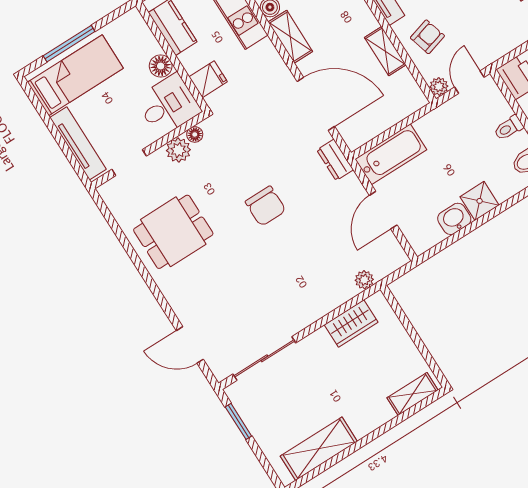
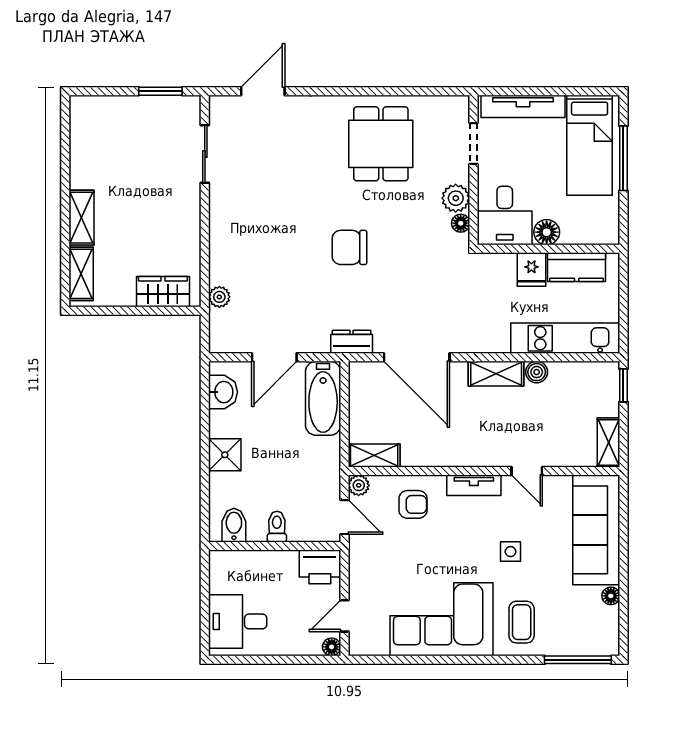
armchair: (427, 37) -> (413, 504), turned -74
shelving: (385, 51) -> (374, 456), moved
fridge: (208, 79) -> (531, 270), moved
door: (316, 104) -> (417, 357), hinge flipped
door: (383, 210) -> (274, 357), swing flipped
washbasin: (454, 219) -> (223, 392), moved
wardrobe: (351, 323) -> (163, 292), moved, turned 90
sliding door: (264, 358) -> (205, 154), width x0.73
shelving: (319, 449) -> (82, 218), moved, width x0.67, depth x0.75

